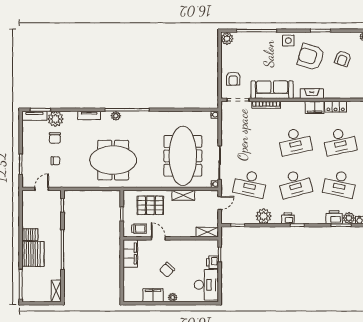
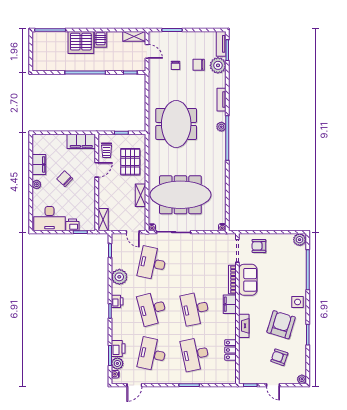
sofa: (272, 90) -> (248, 280), width x0.73
filing cabinet: (315, 107) -> (230, 304), moved
shelving: (56, 291) -> (134, 36), moved

